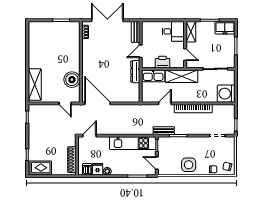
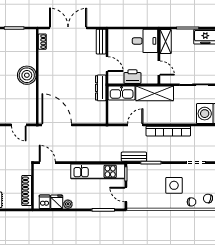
door: (141, 51) -> (107, 64), swing flipped
boiler: (72, 80) -> (27, 75), moved
door: (89, 136) -> (47, 163), hinge flipped
side table: (189, 165) -> (174, 185), moved

